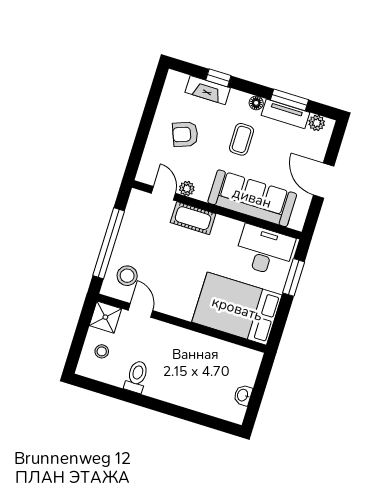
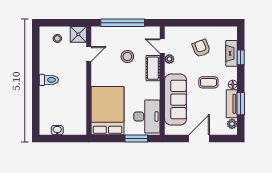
door: (163, 193) -> (162, 46), swing flipped
stool: (127, 276) -> (127, 56), moved
toilet: (137, 377) -> (49, 80), moved

